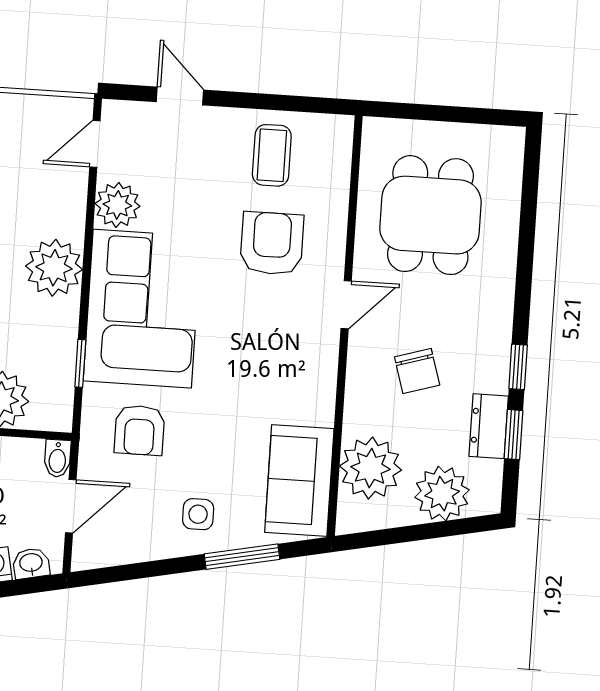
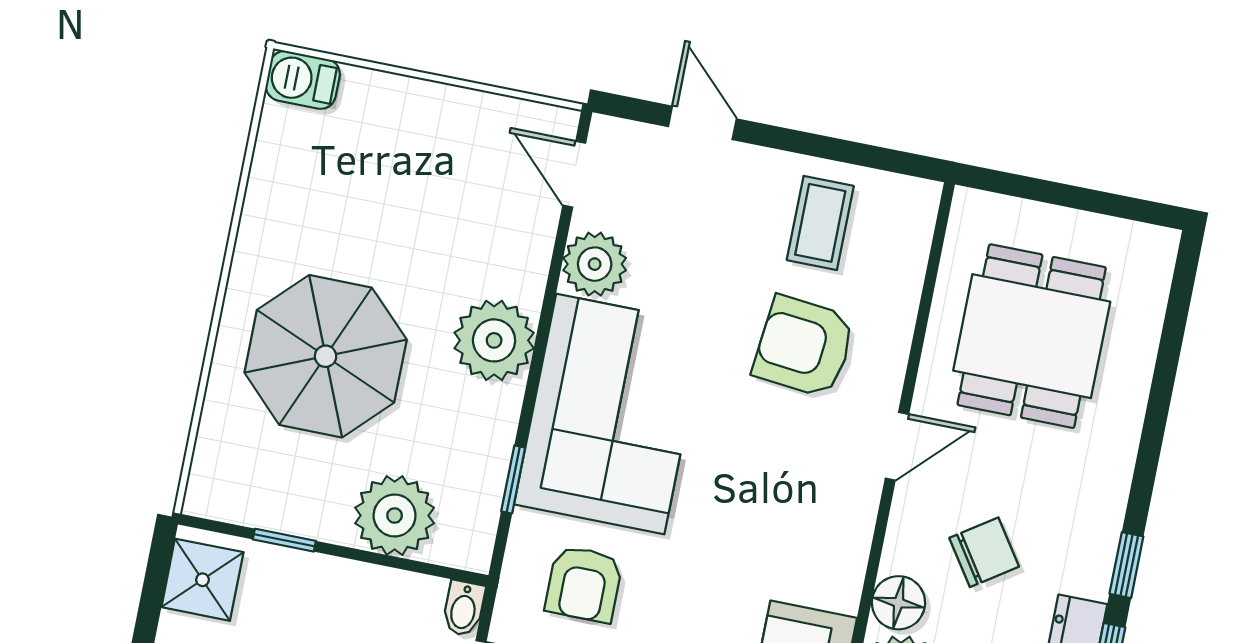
door: (95, 144) -> (574, 174), hinge flipped
armchair: (272, 243) -> (804, 347), turned -84
chair: (417, 371) -> (984, 552), turned -107
floor lamp: (362, 414) -> (898, 603), added

